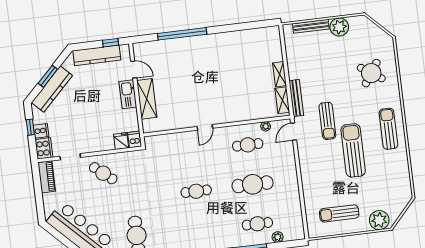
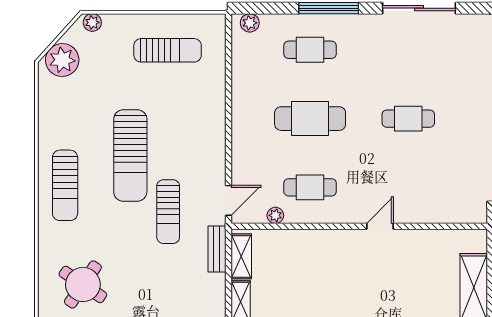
bench: (296, 98) -> (217, 249), width x0.73
sun lounger: (327, 121) -> (168, 212), turned 180
plant: (399, 200) -> (62, 60), added
plant: (379, 220) -> (92, 22), width x0.53, depth x0.53
plant: (278, 237) -> (250, 23), moved

